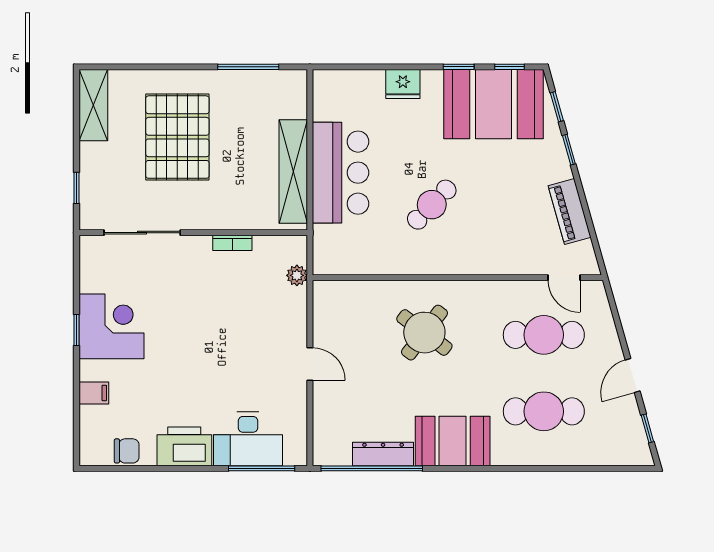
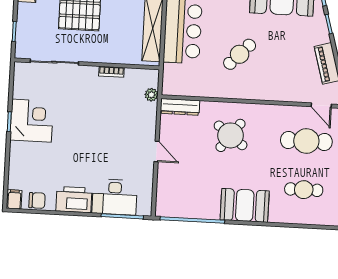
filing cabinet: (94, 393) -> (14, 199), moved, turned -90
cafe table: (544, 411) -> (304, 190), width x0.73, depth x0.74
dresser: (383, 454) -> (180, 107), moved, turned 180

